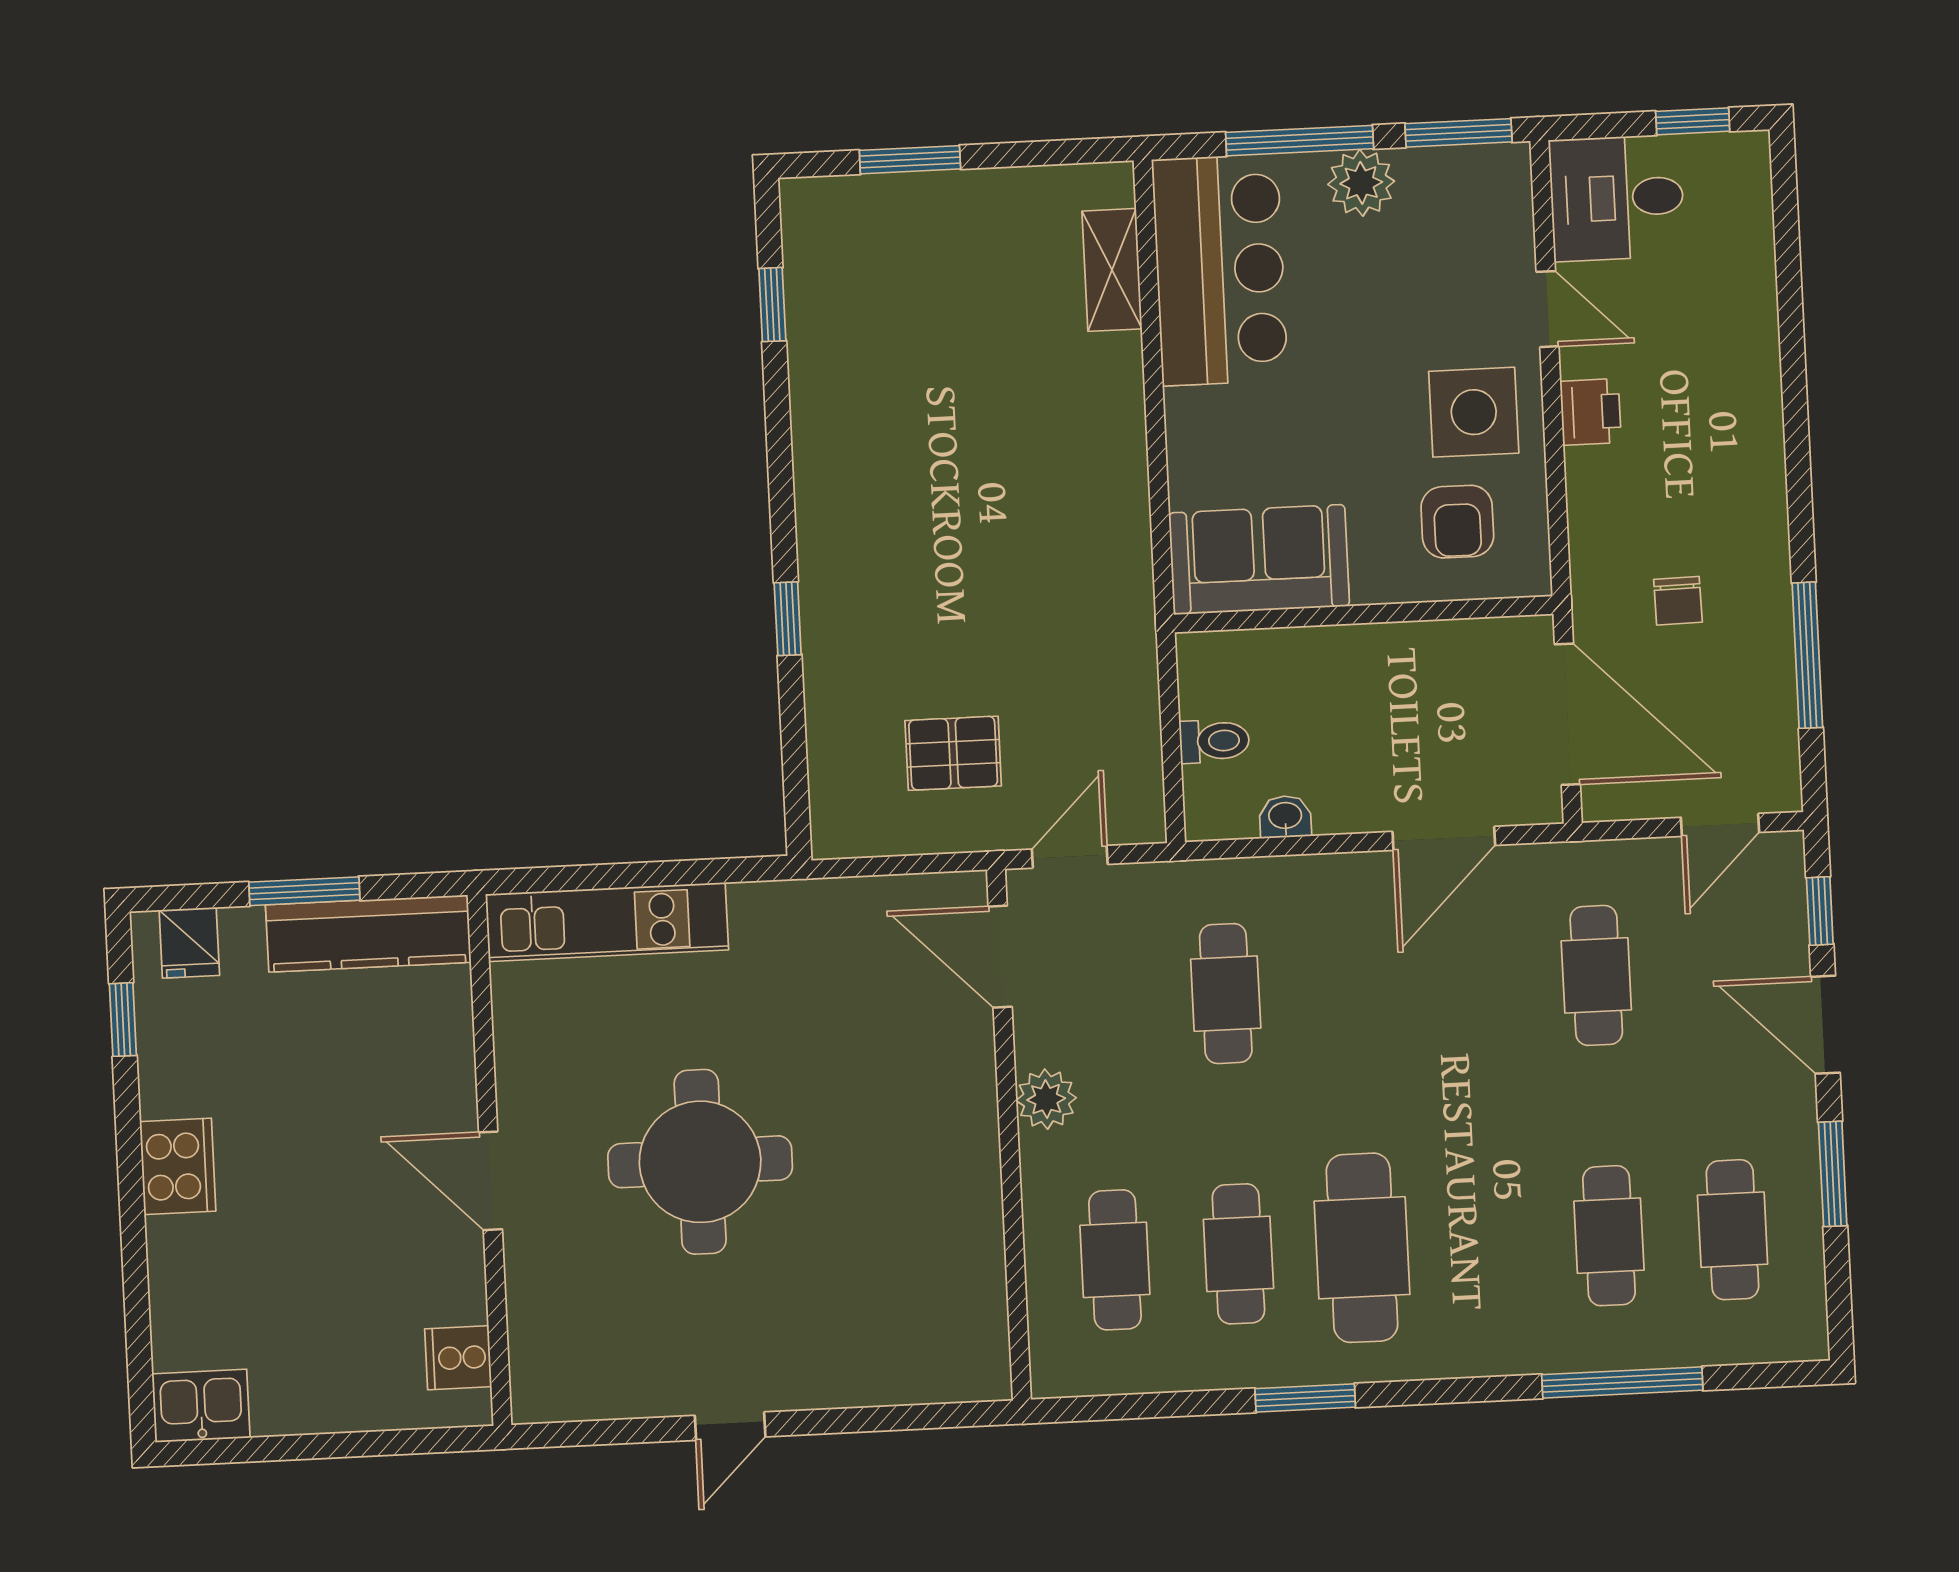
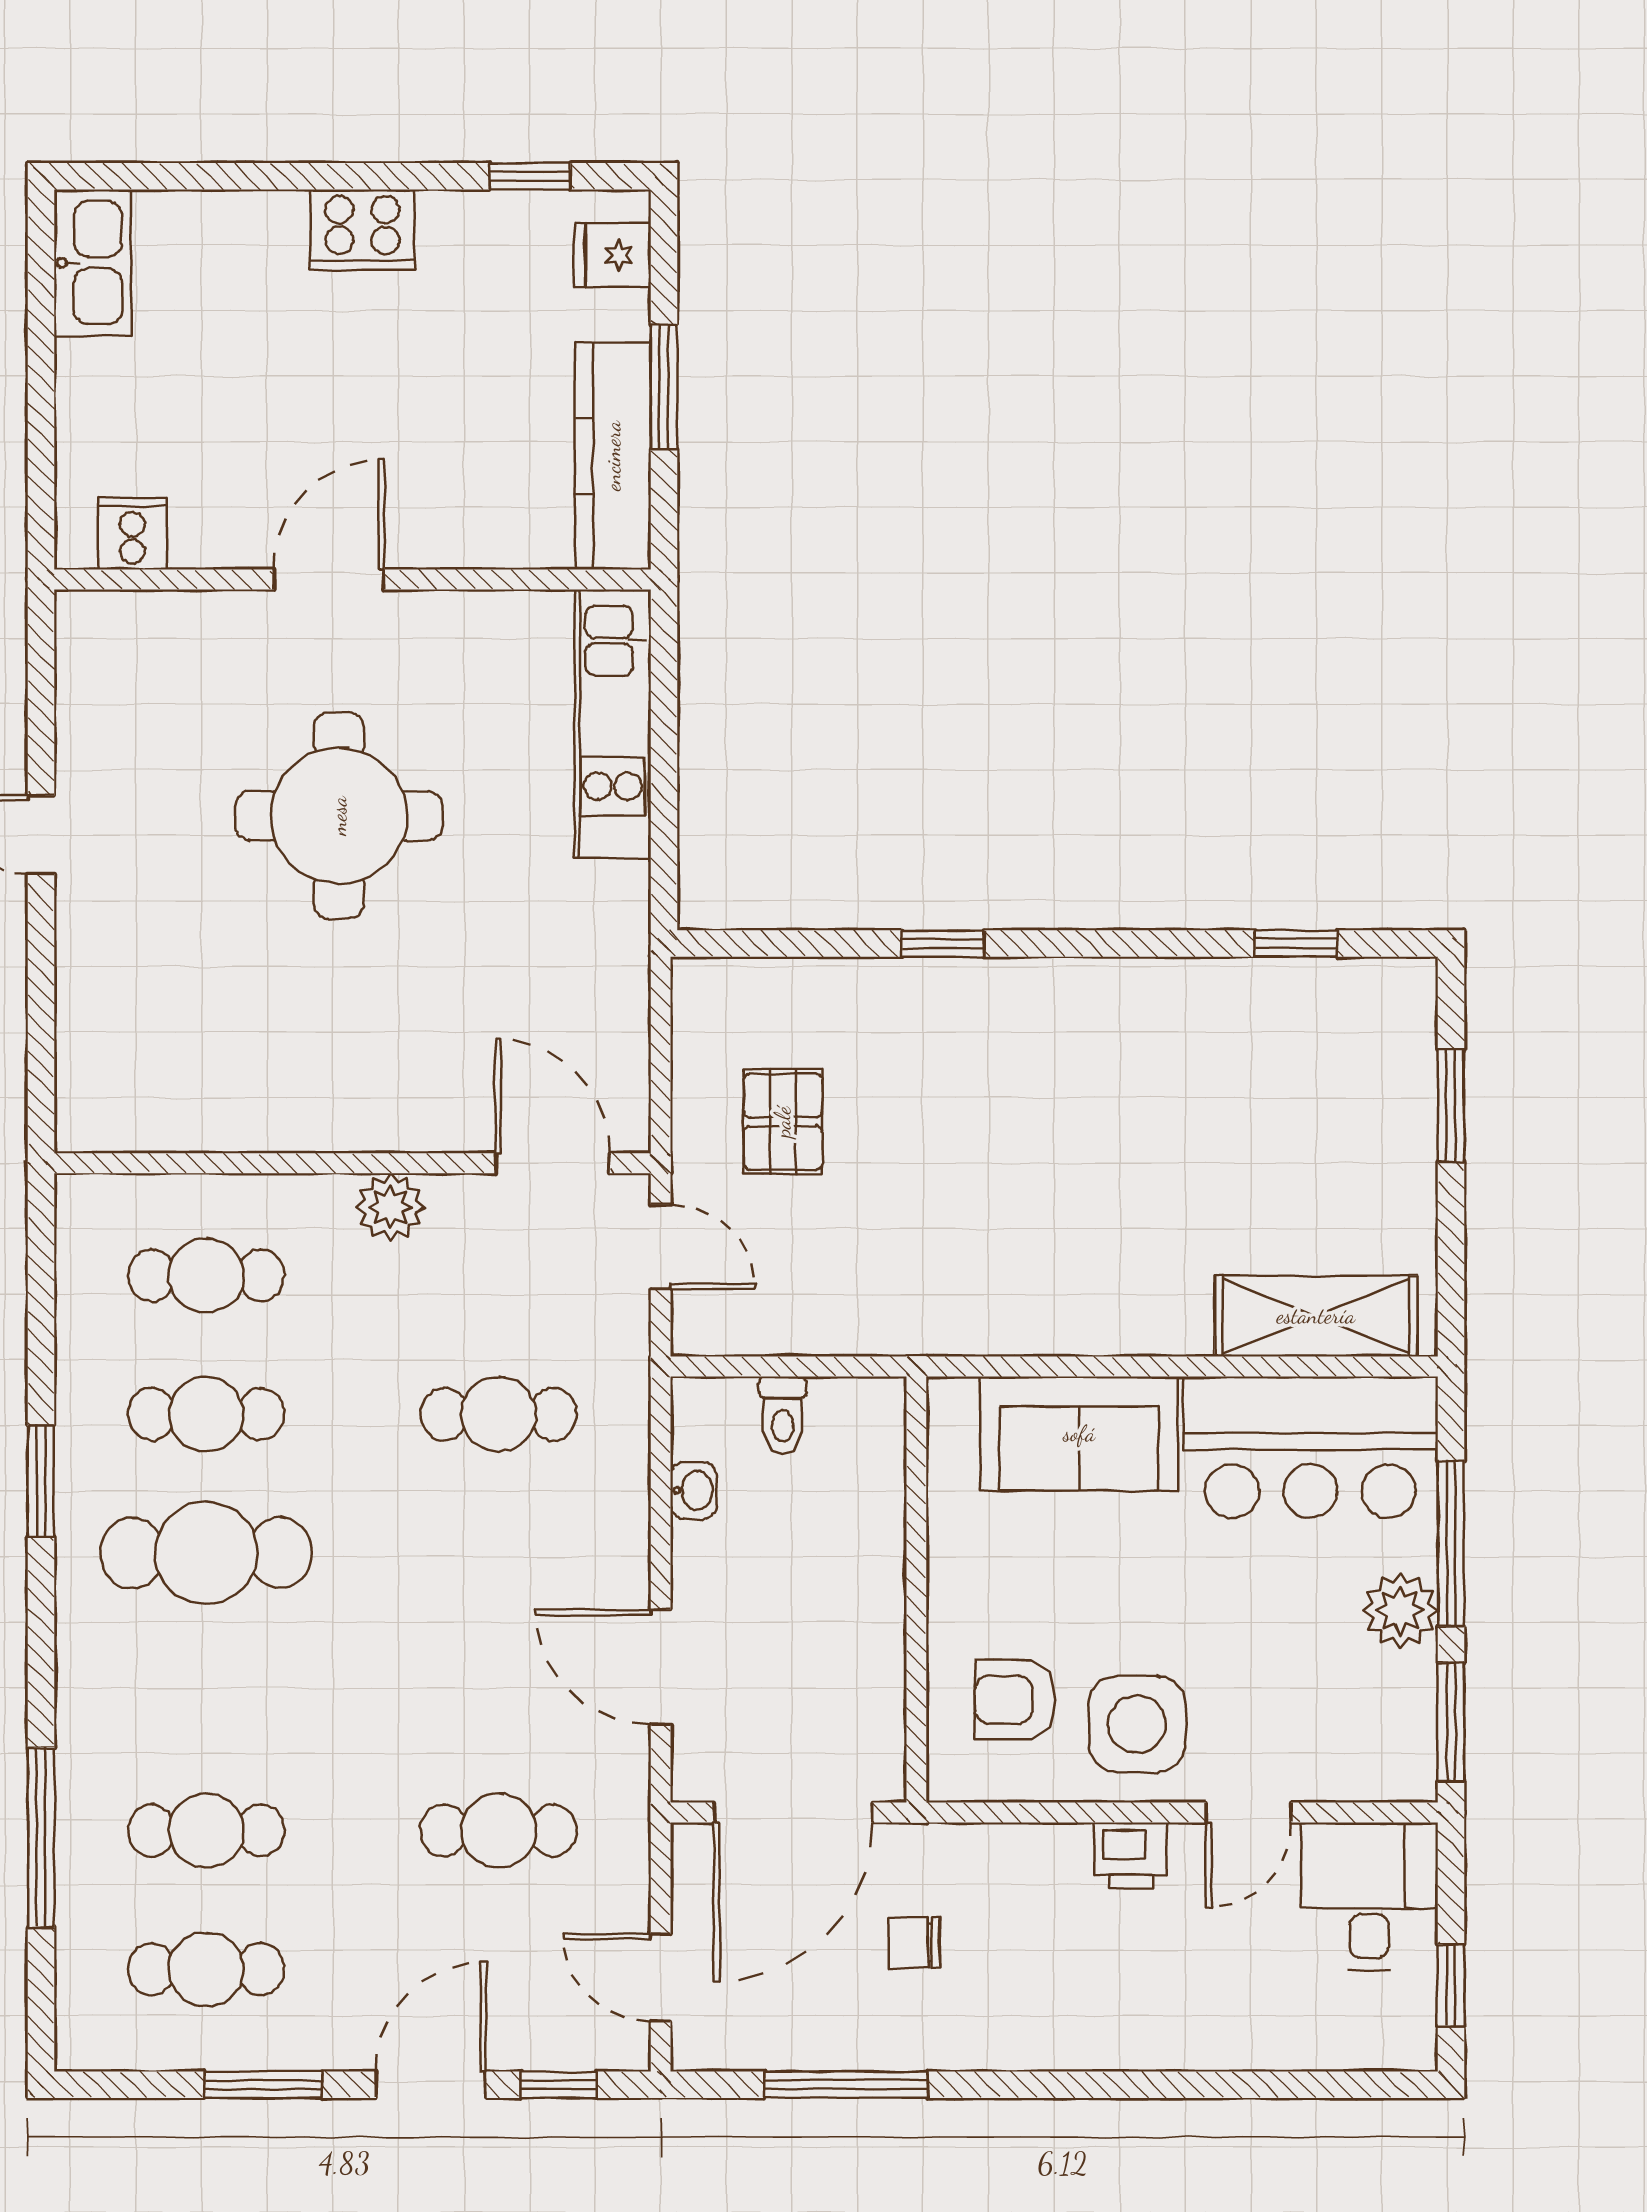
shelving: (1112, 270) -> (1316, 1316), width x1.50, depth x1.33
sofa: (1259, 560) -> (1079, 1434), moved, turned 90
door: (1000, 957) -> (552, 1163), hinge flipped
kitchen sink: (201, 1406) -> (93, 263), width x1.38

